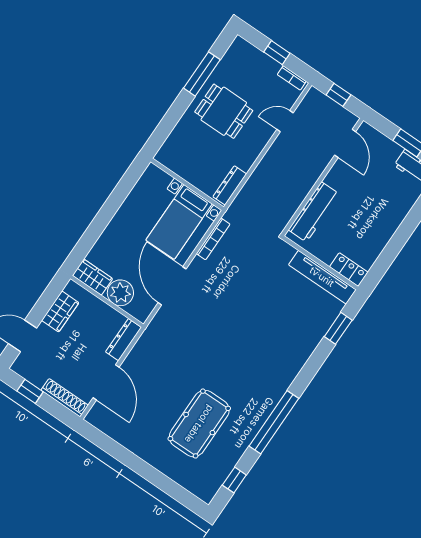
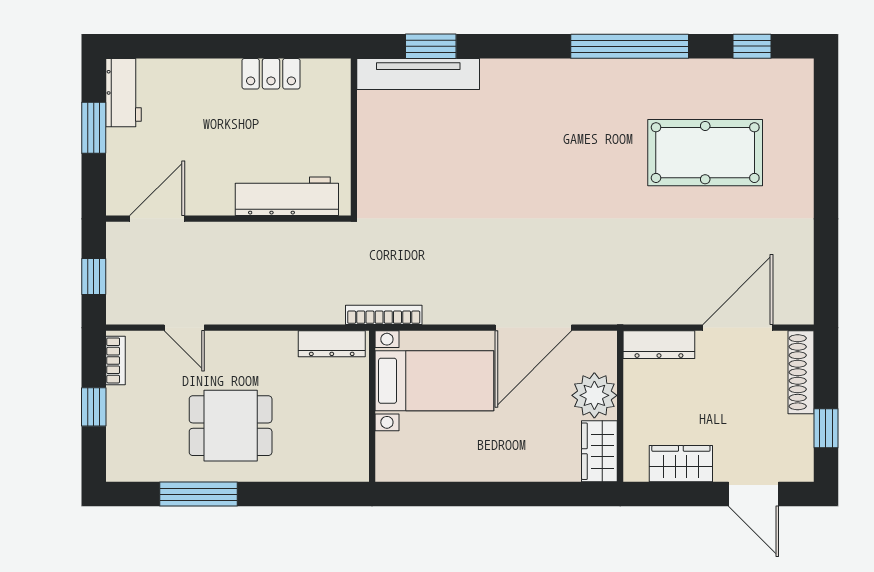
dining table: (224, 111) -> (231, 426), turned 90
bookcase: (213, 239) -> (384, 315), moved
locker: (349, 270) -> (271, 74), moved, turned -90
tv unit: (322, 277) -> (418, 74), moved, turned 90

